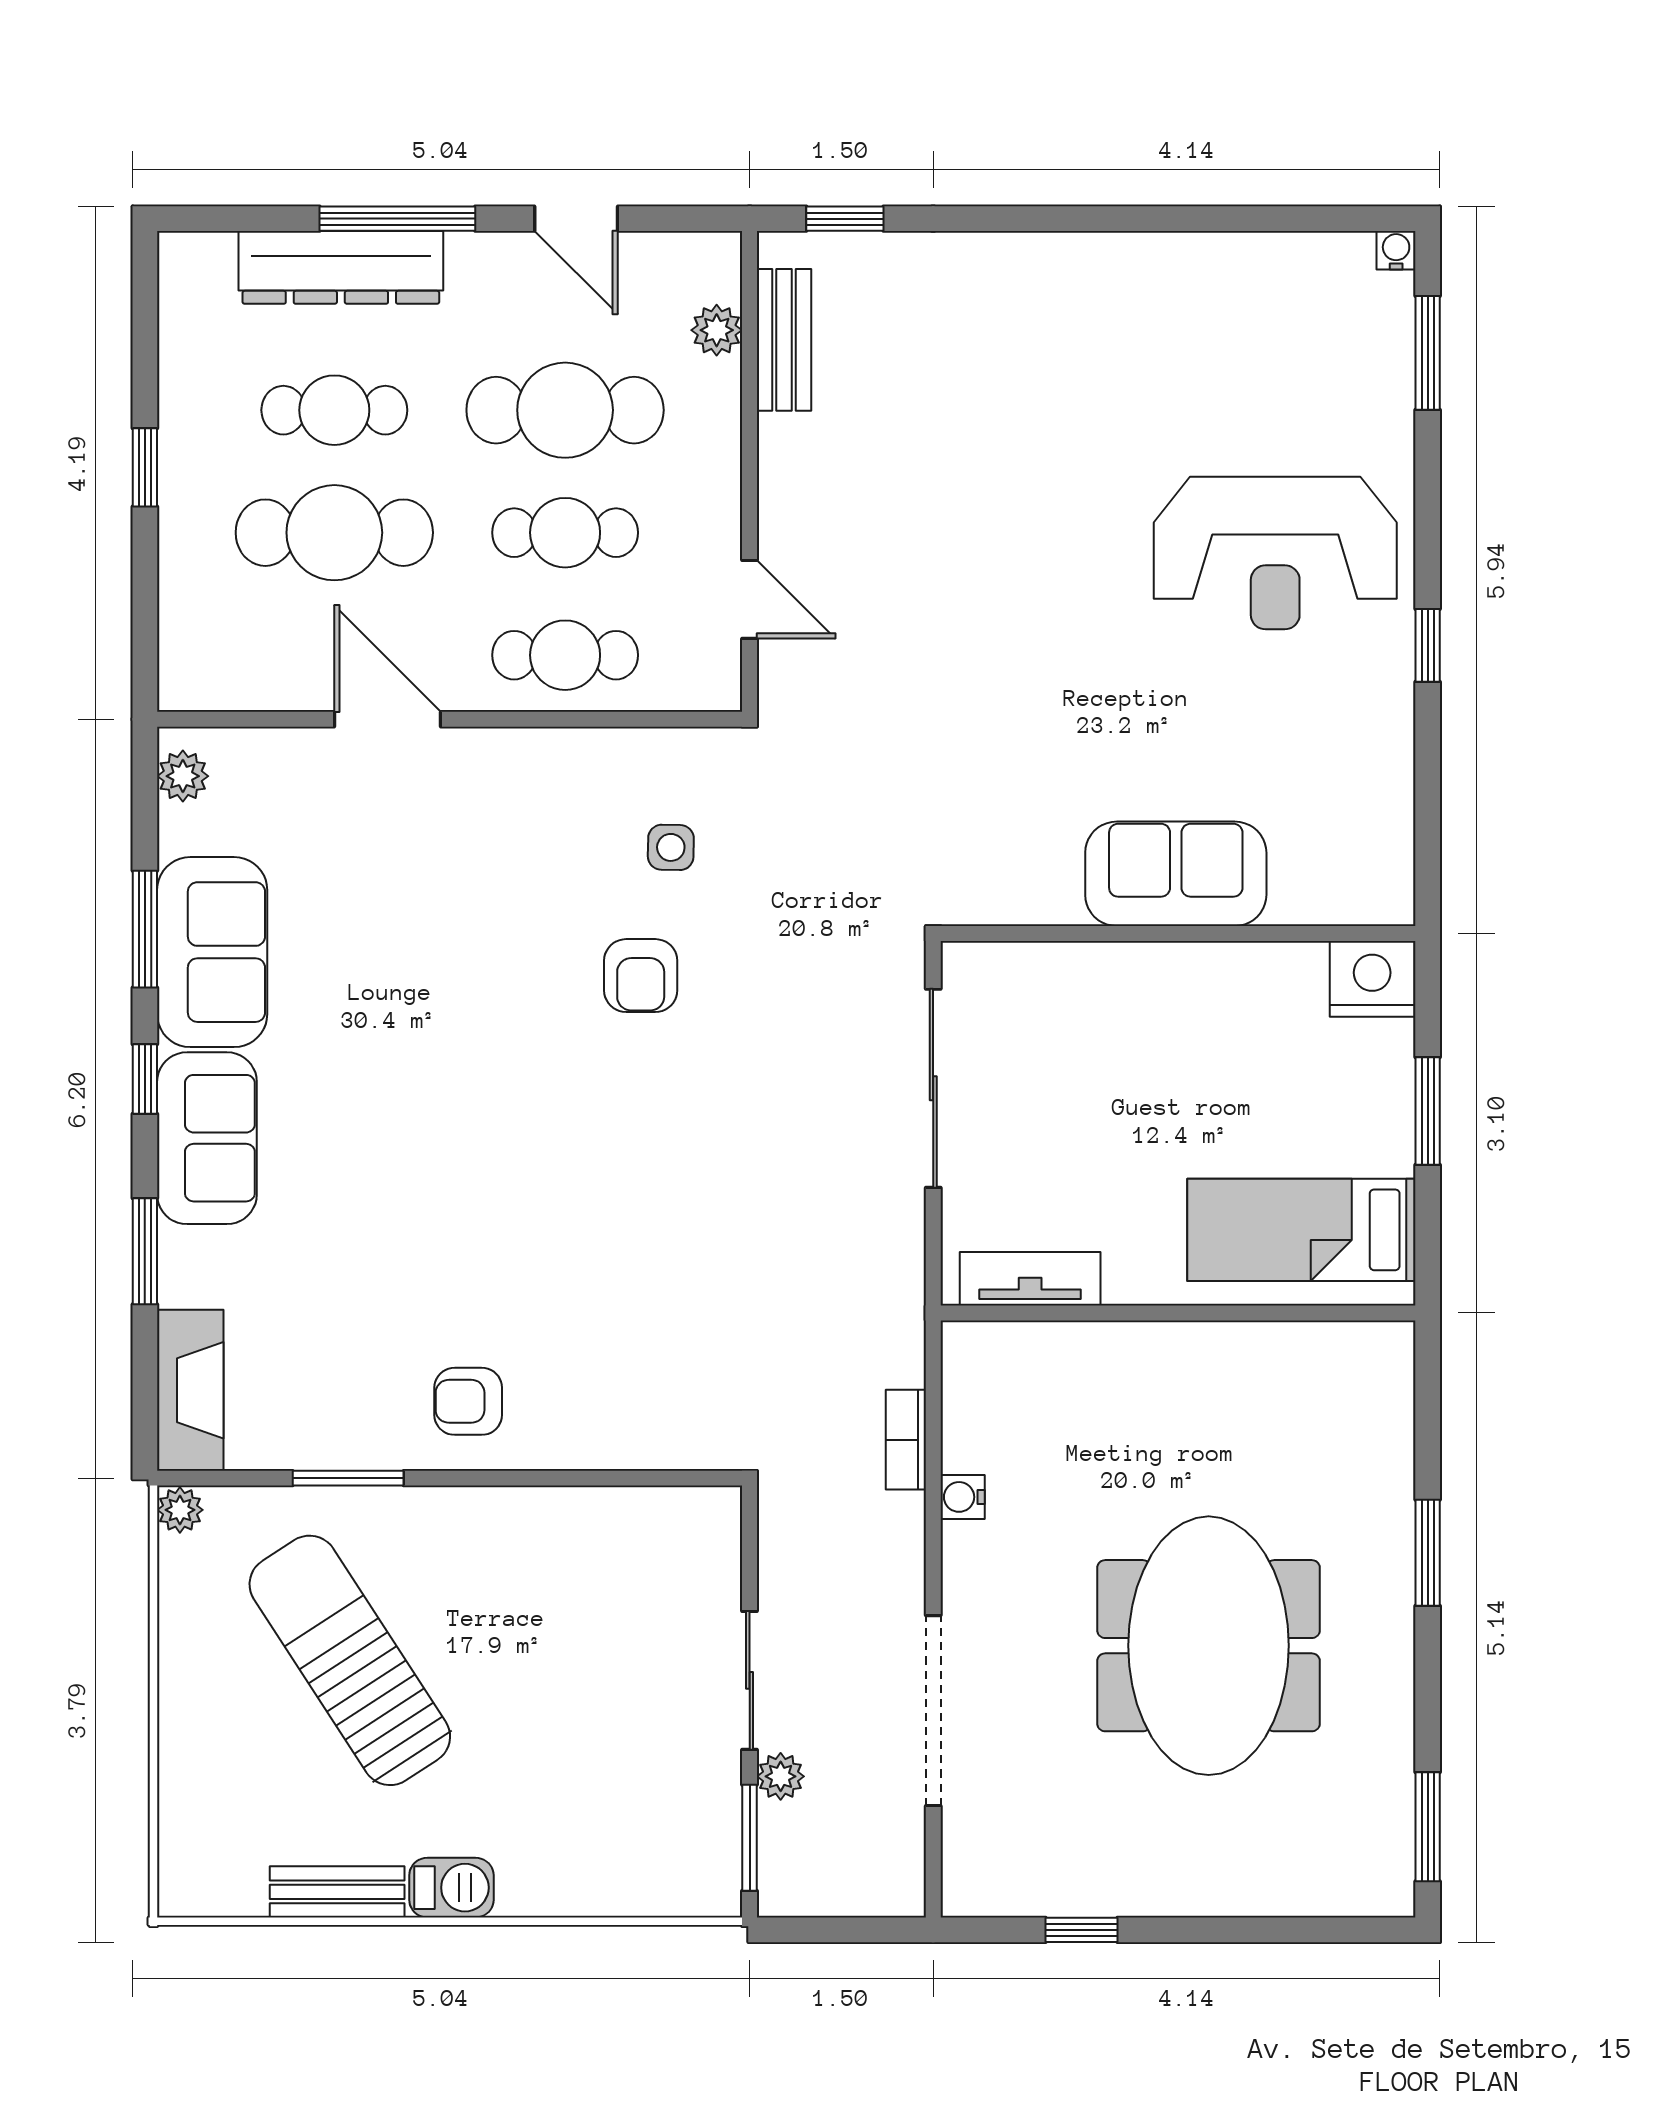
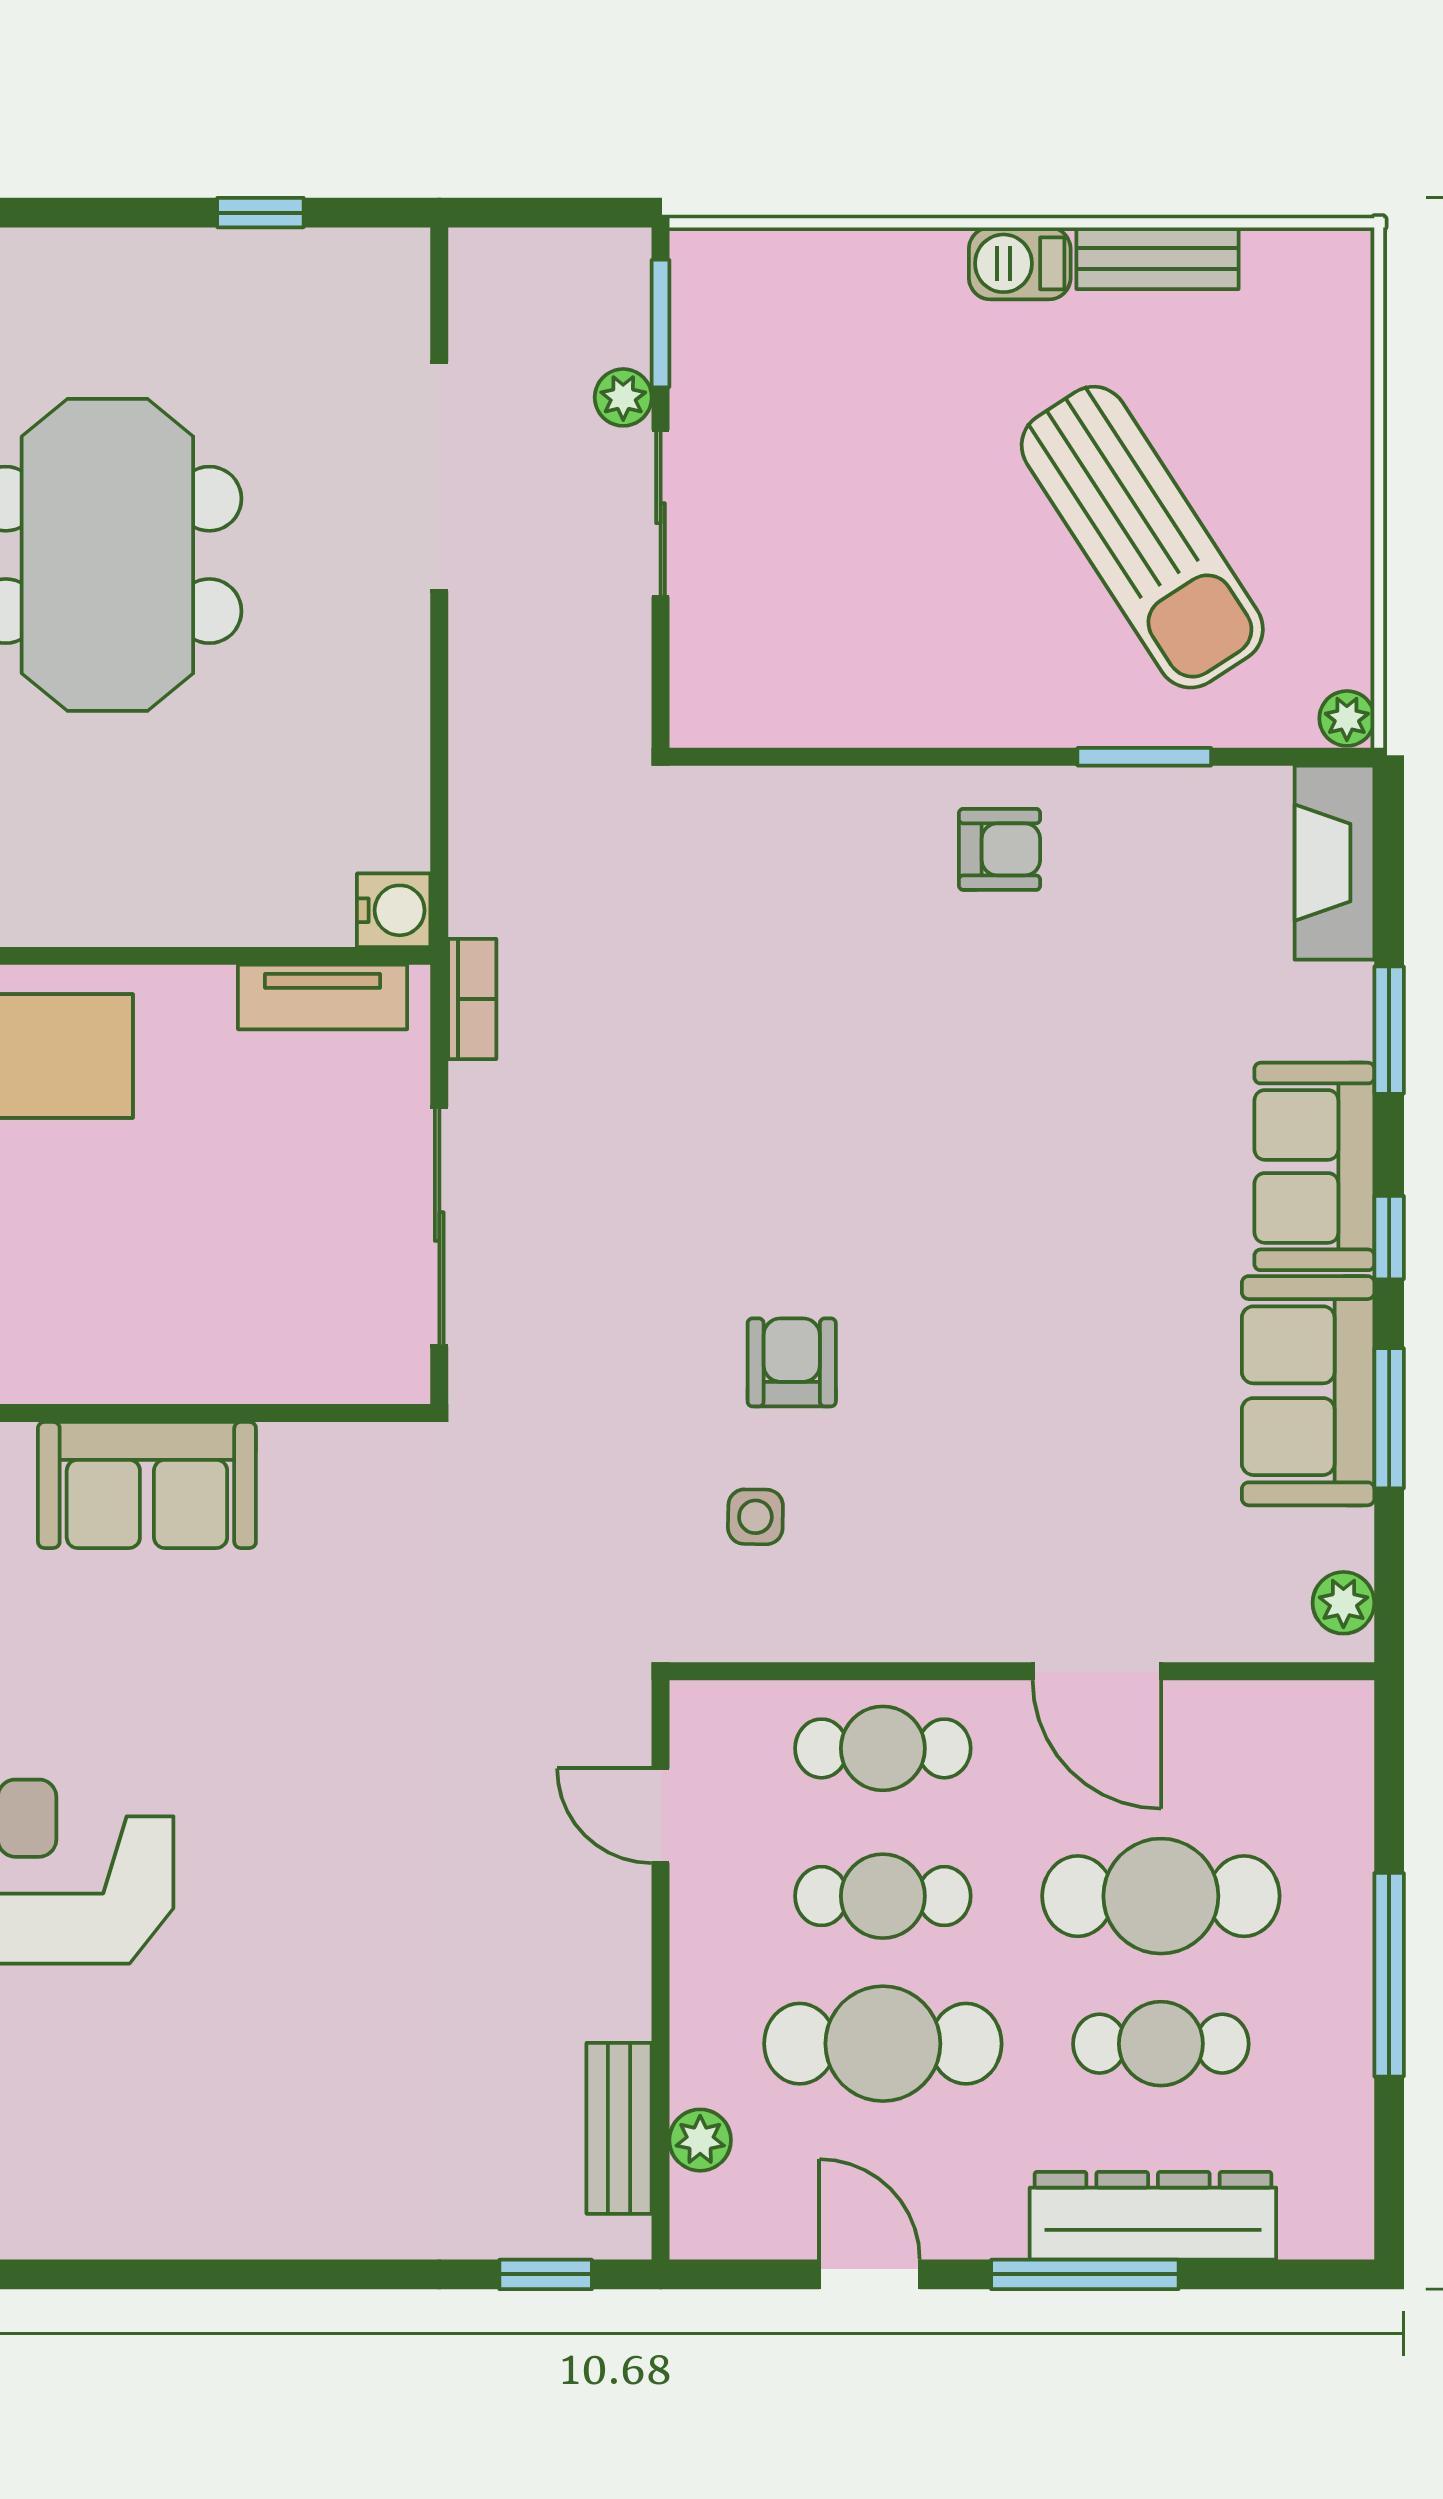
window: (145, 467) -> (1389, 1975), width x2.17
bookcase: (906, 1440) -> (472, 999), moved
water cooler: (963, 1497) -> (394, 910), moved, width x1.38, depth x1.38

